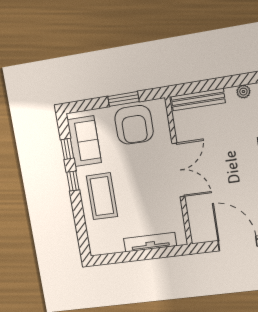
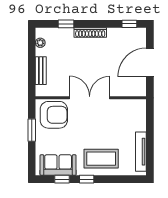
bench: (198, 100) -> (41, 71), width x0.73
armchair: (134, 125) -> (54, 115), moved
tv unit: (150, 242) -> (141, 152), moved

